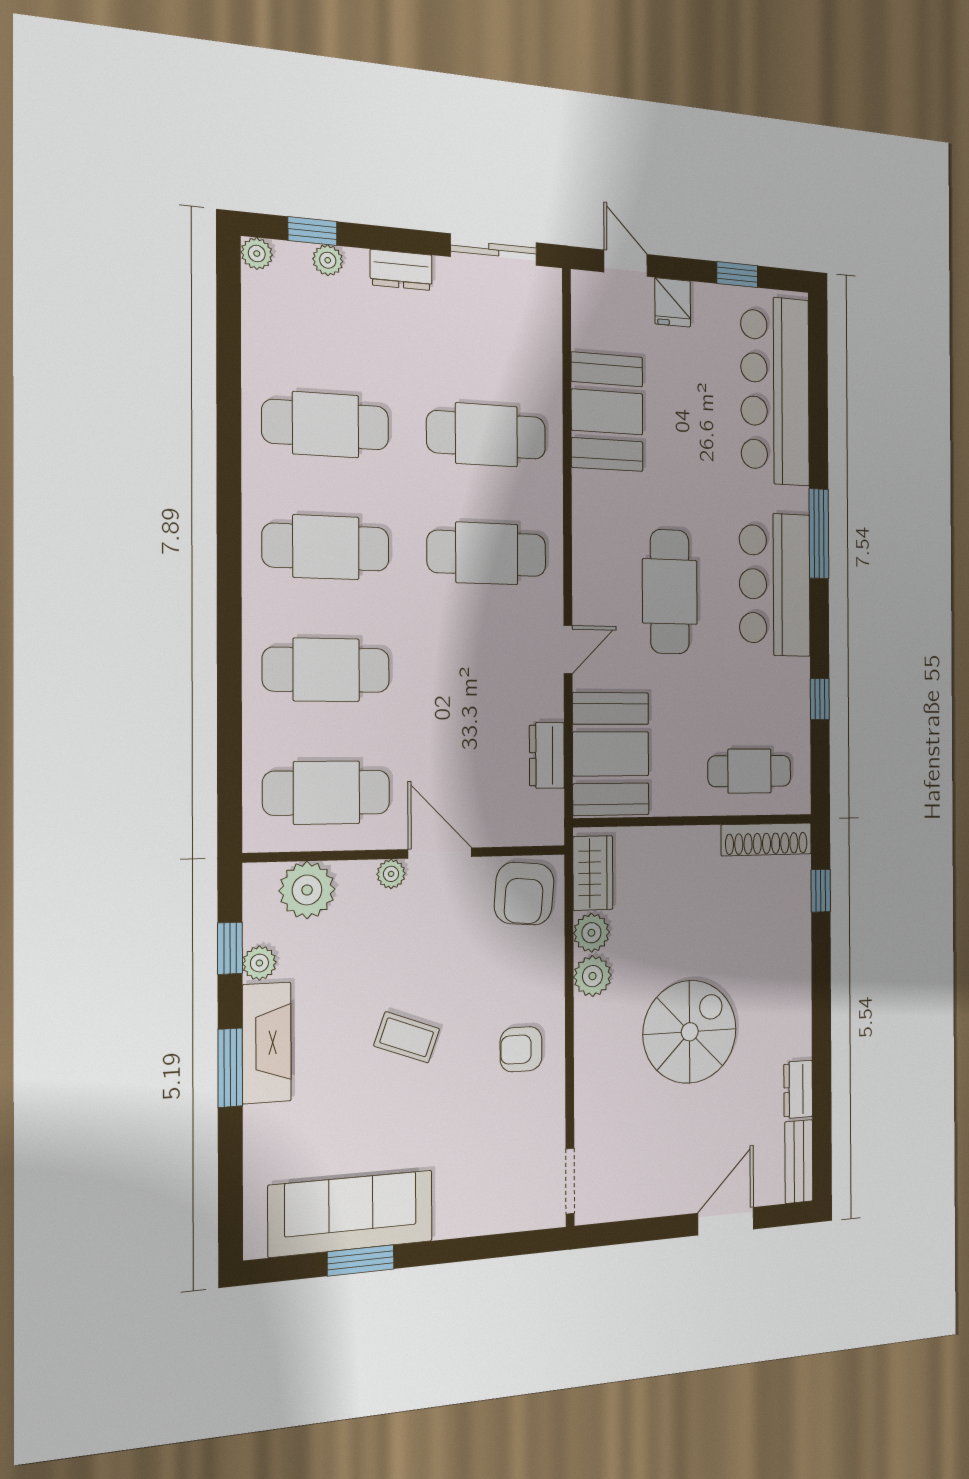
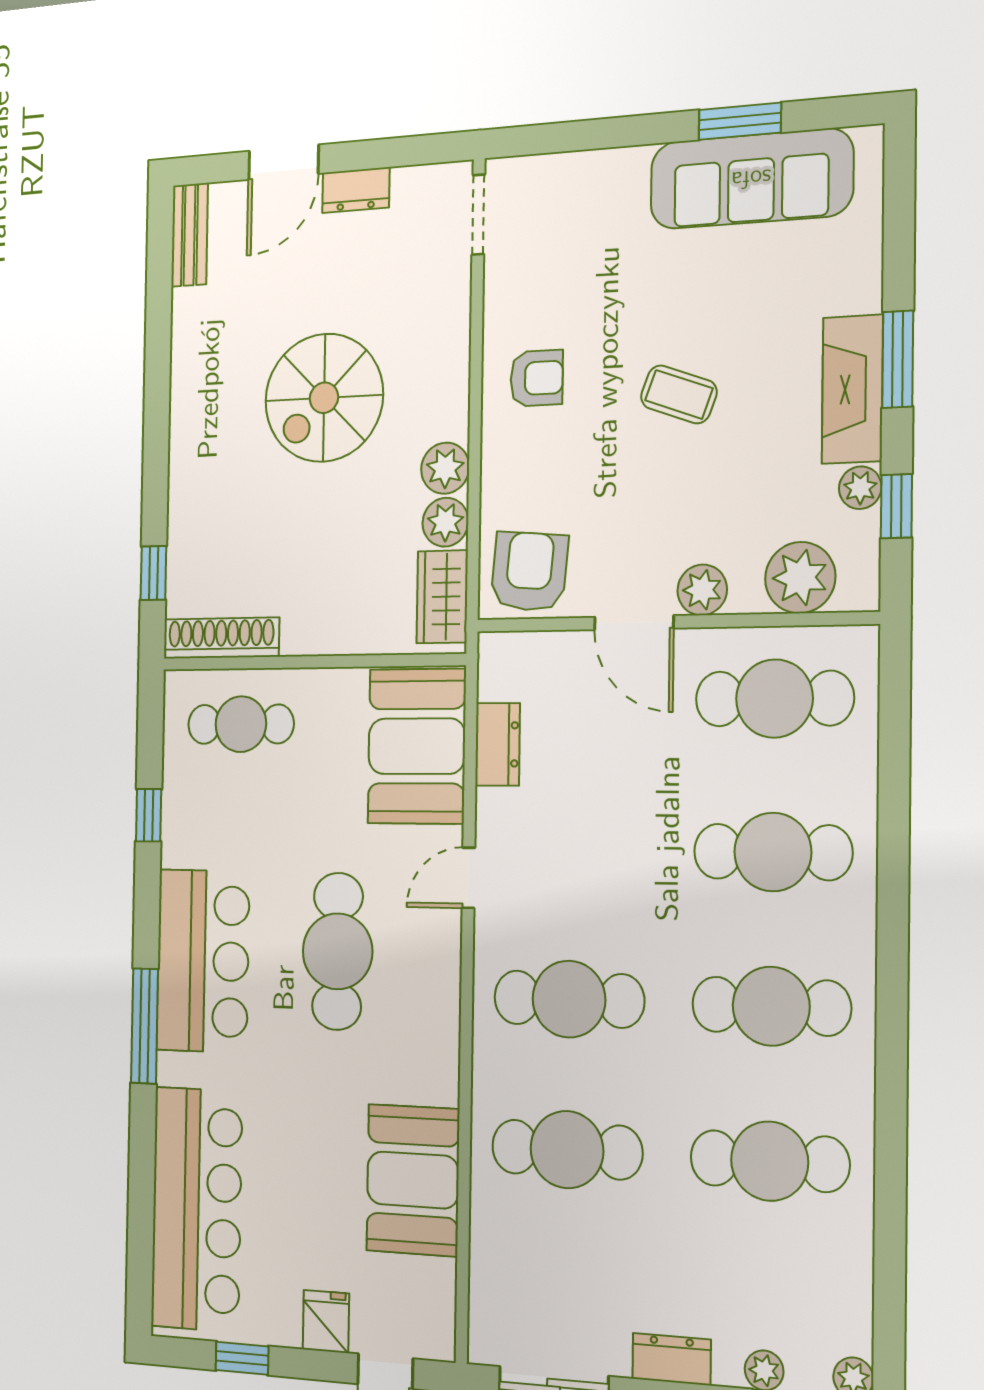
plant: (391, 874) -> (702, 590), width x1.38, depth x1.38
dresser: (798, 1089) -> (356, 190), moved, turned 90

